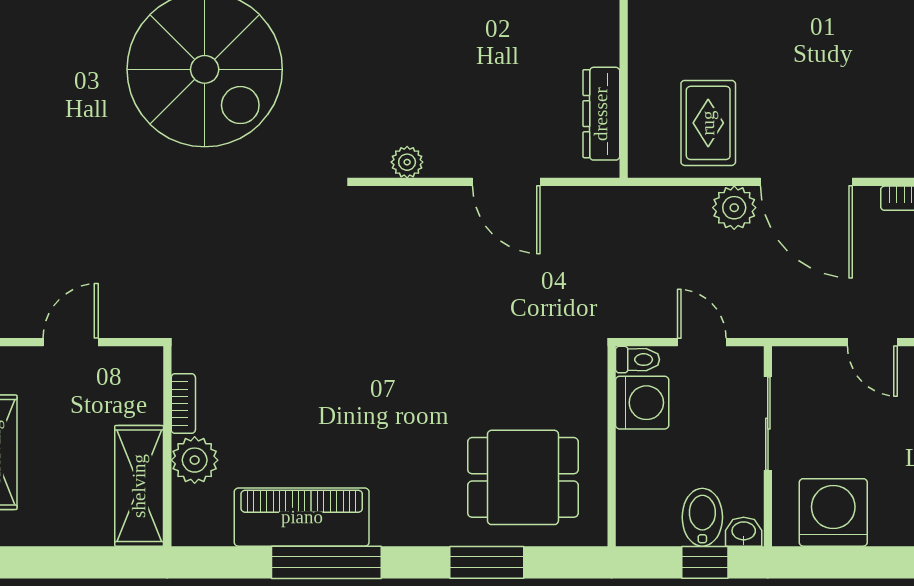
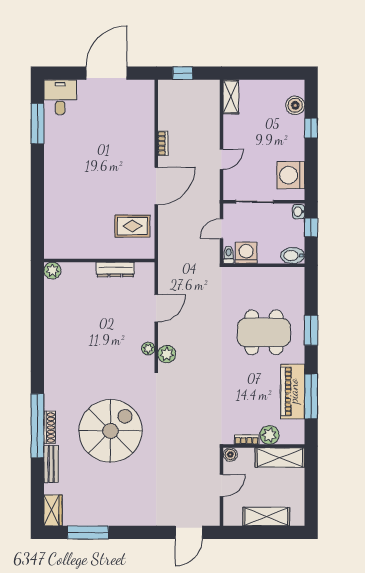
dresser: (601, 114) -> (115, 269), moved
plant: (734, 208) -> (167, 354), moved
door: (71, 342) -> (221, 485), swing flipped
boiler: (146, 364) -> (230, 455), added
dining table: (523, 477) -> (264, 332), moved, width x1.37
bidet: (702, 517) -> (293, 256), moved
window: (326, 562) -> (311, 397), moved
window: (487, 562) -> (311, 330), moved

